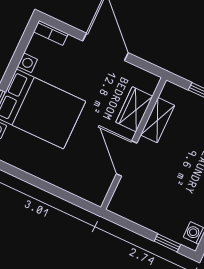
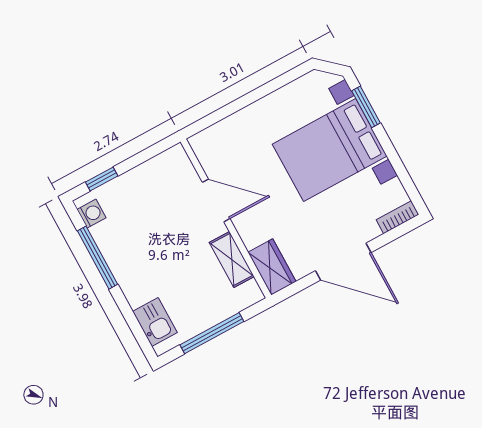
wardrobe: (134, 109) -> (272, 267), moved

